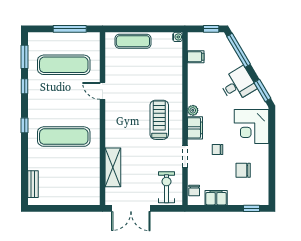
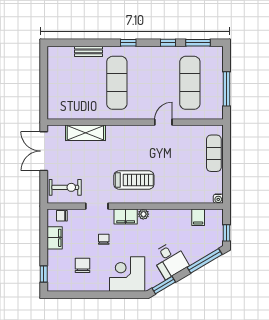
bench: (33, 184) -> (88, 51), moved

